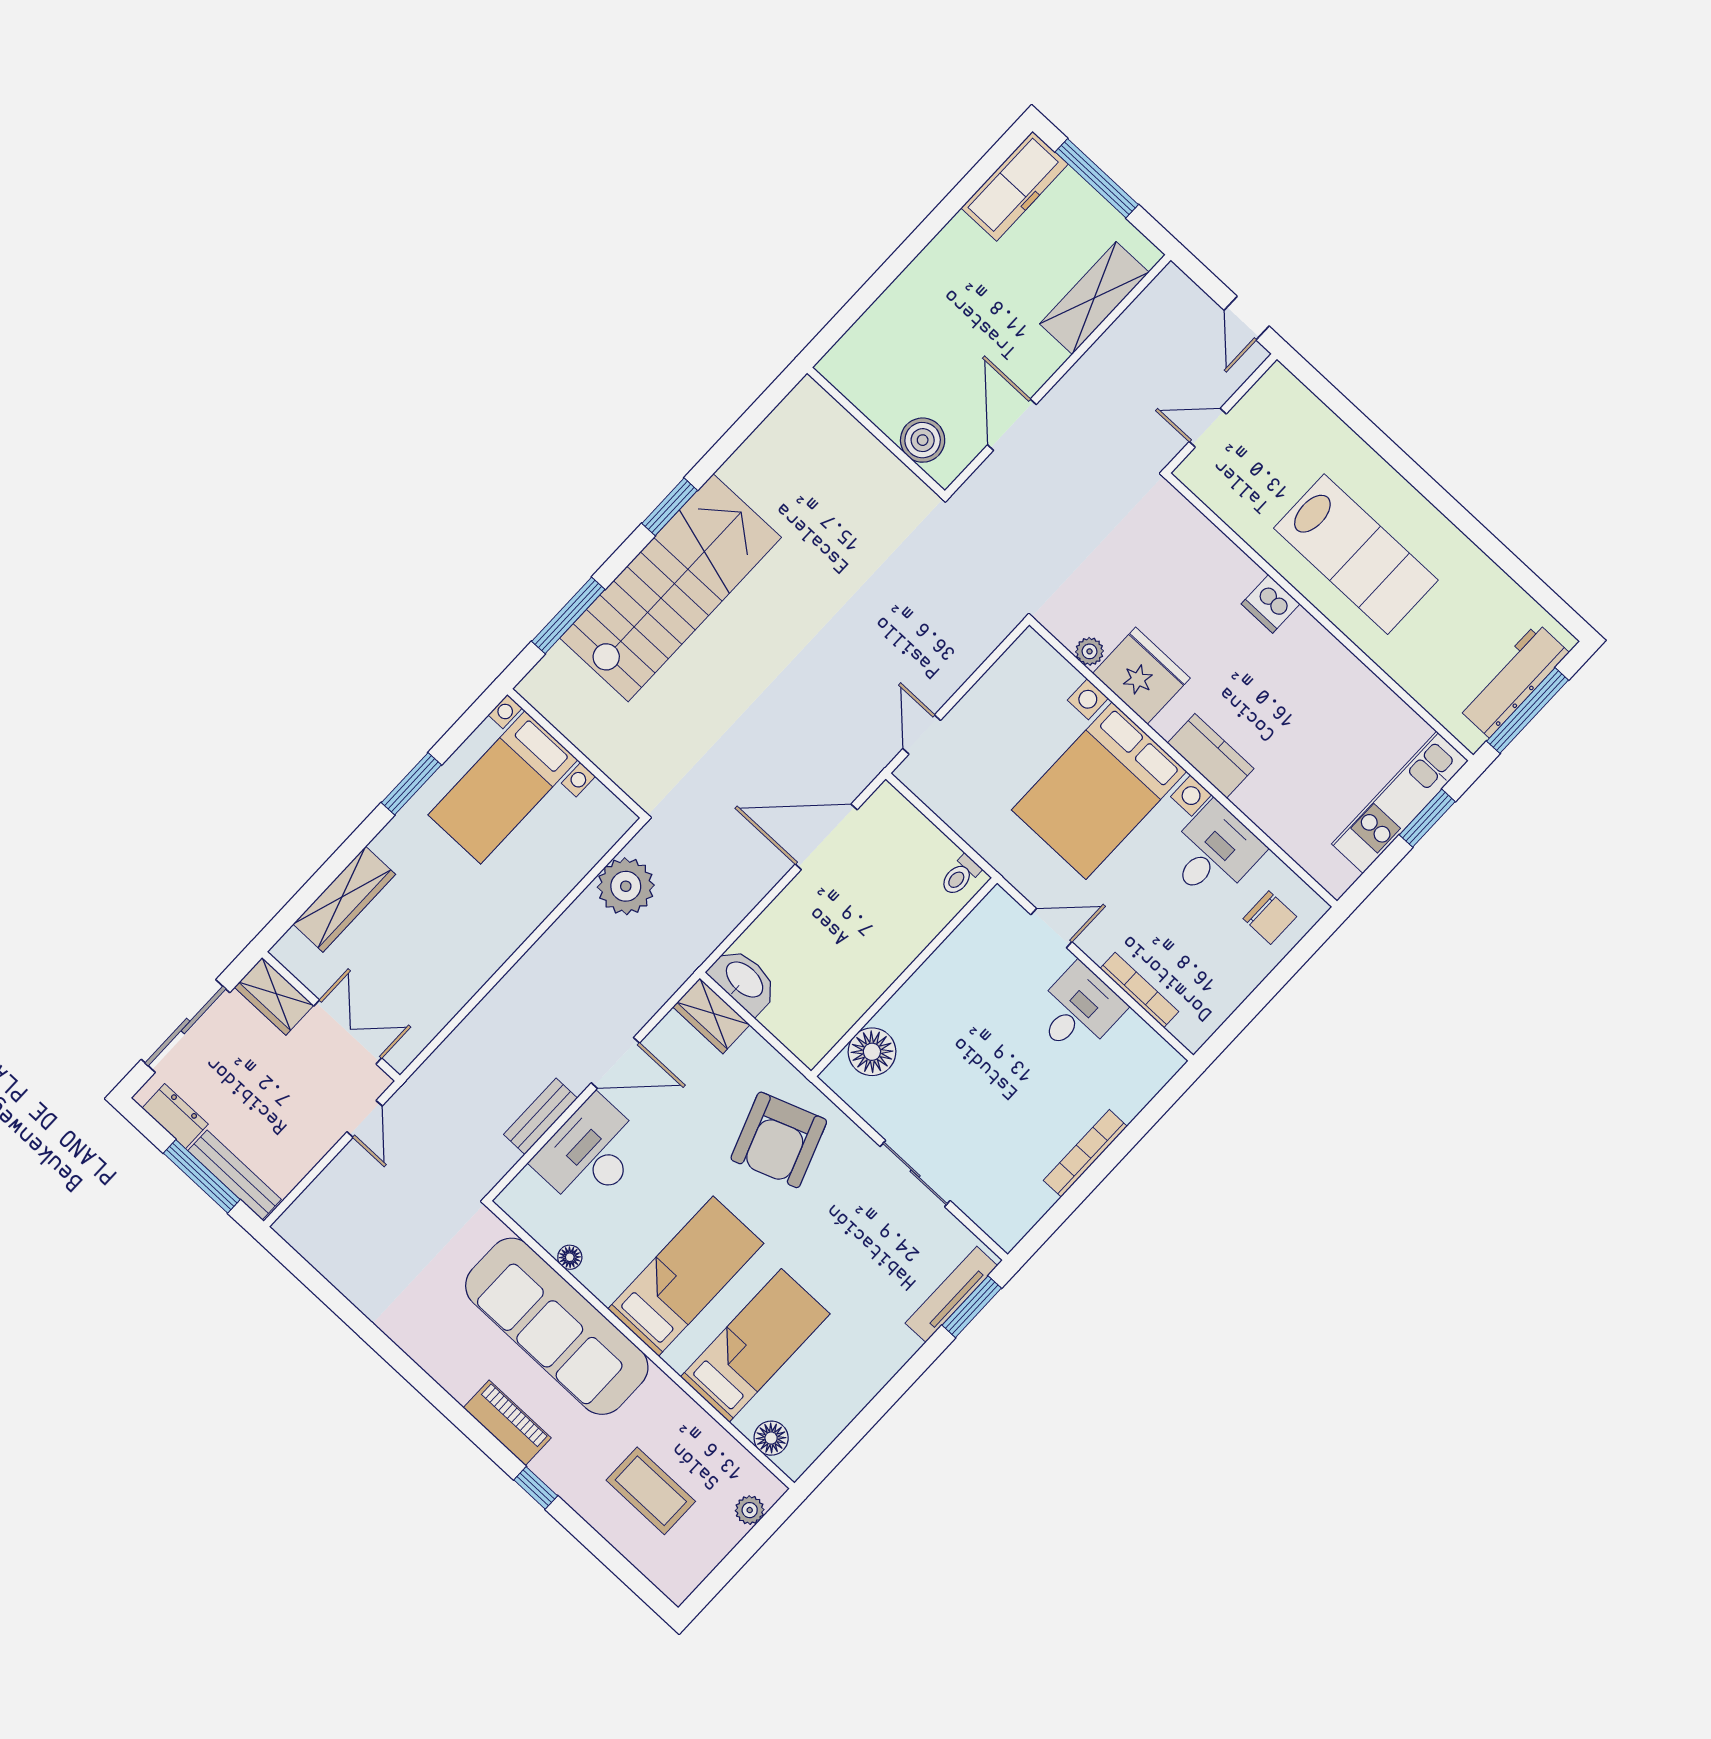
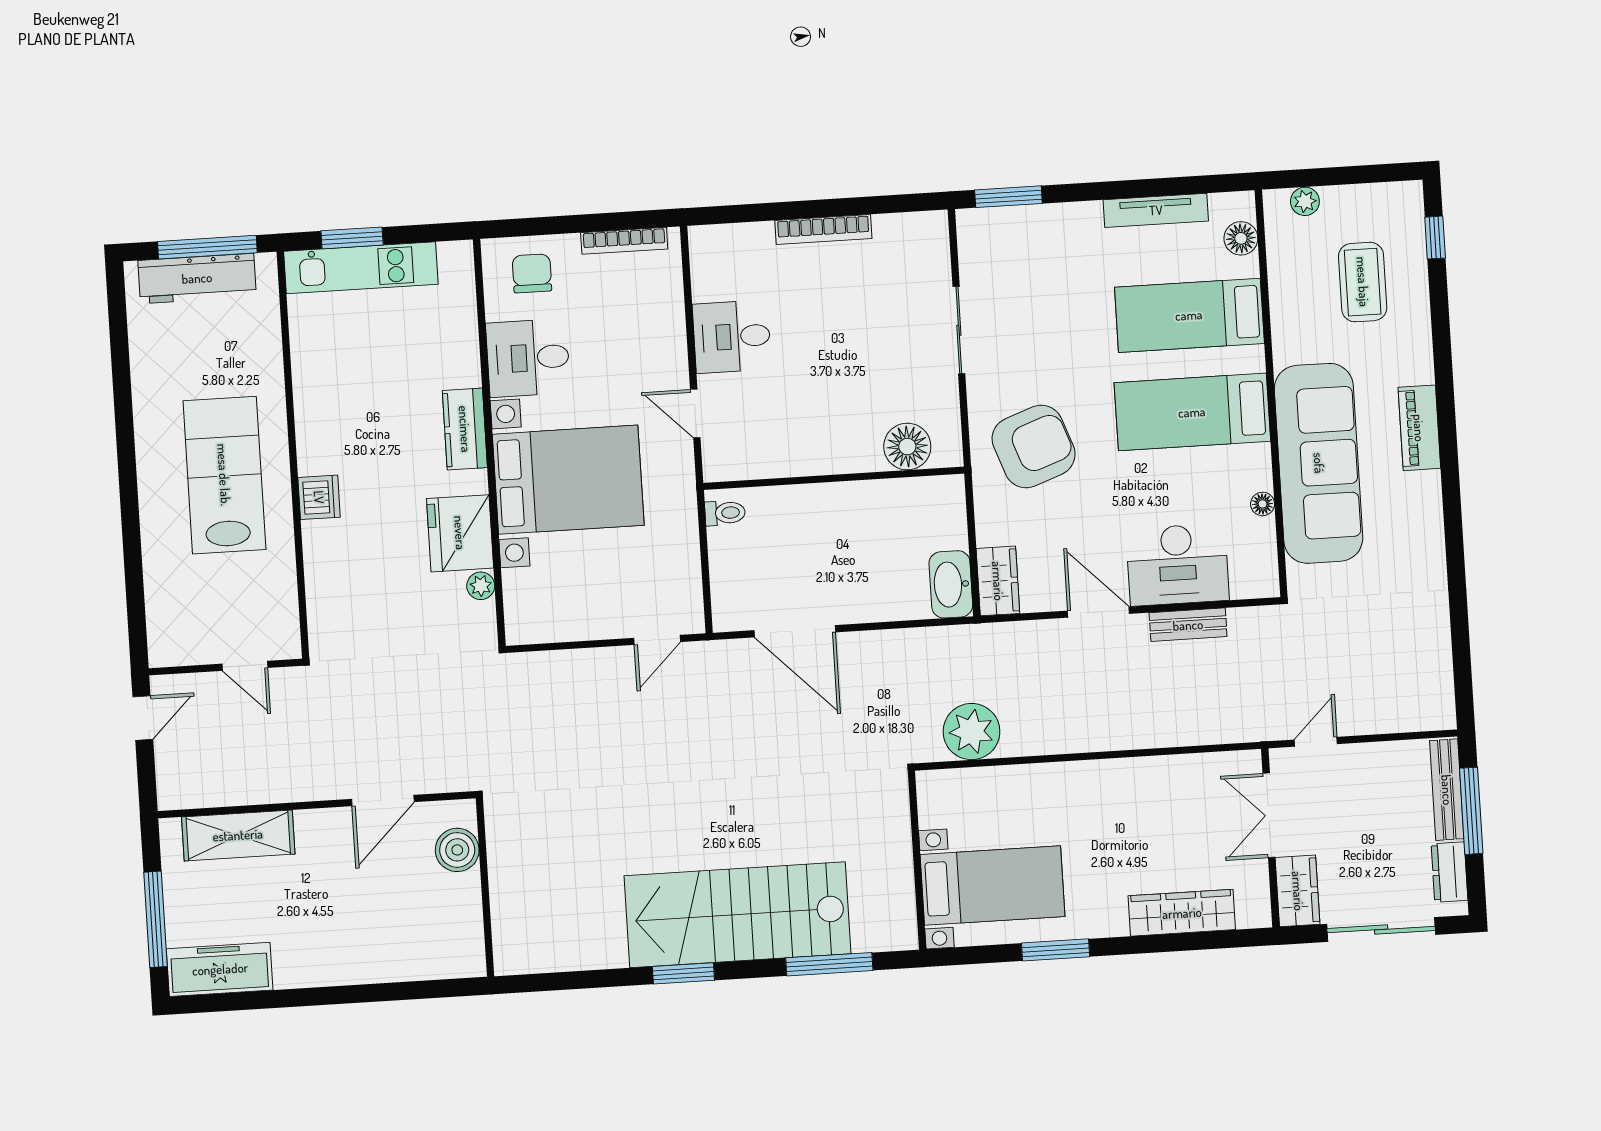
bookcase: (1139, 990) -> (624, 241), moved, turned -90
tv unit: (951, 1294) -> (1156, 210), moved
window: (536, 1488) -> (1435, 238), moved

